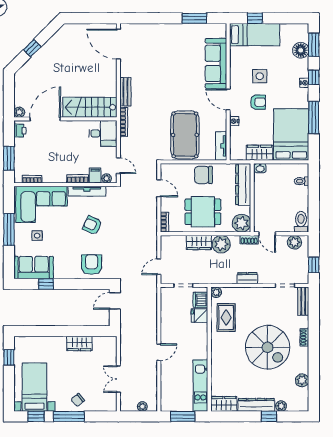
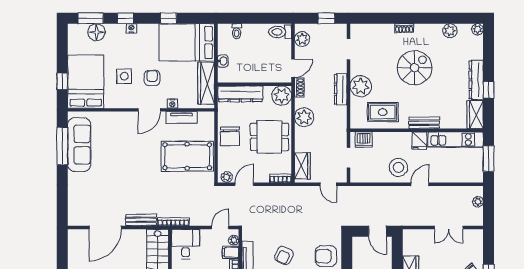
window: (194, 18) -> (62, 146), width x1.44
bed: (255, 35) -> (86, 82), width x1.50
door: (118, 44) -> (105, 227), moved
sofa: (216, 63) -> (79, 145), moved, turned -90
window: (314, 117) -> (168, 18), width x0.46
tv unit: (221, 146) -> (182, 117), moved
wardrobe: (259, 153) -> (206, 83), width x1.50
washbasin: (260, 168) -> (223, 61), moved
plant: (165, 172) -> (227, 177), added
dining table: (203, 212) -> (269, 137), turned 90
wardrobe: (199, 243) -> (302, 166), moved
dresser: (247, 278) -> (341, 89), width x1.44
plant: (216, 292) -> (361, 86), moved, width x1.87, depth x1.87
door: (115, 301) -> (378, 231), moved
bench: (303, 301) -> (424, 123), moved
fridge: (200, 316) -> (419, 141), moved
stool: (174, 332) -> (398, 167), added
spiral stairs: (268, 347) -> (415, 68), width x0.73, depth x0.73
door: (159, 352) -> (420, 184), hinge flipped
plant: (281, 406) -> (477, 29), moved
window: (269, 416) -> (489, 90), moved

